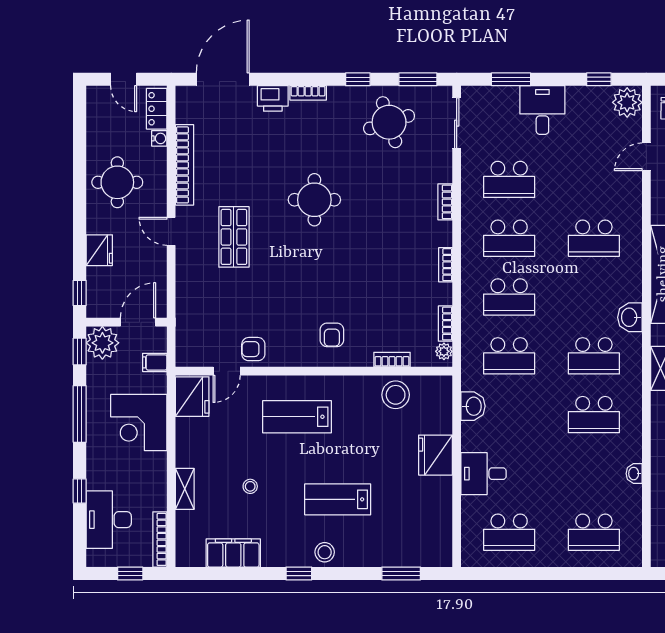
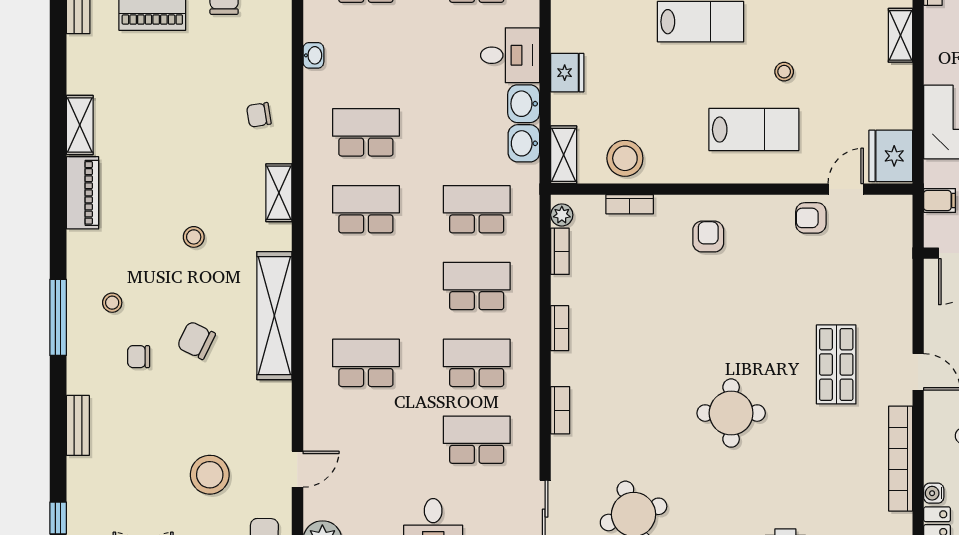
washbasin: (630, 317) -> (524, 104), moved, turned 180
armchair: (253, 349) -> (811, 218), turned 180
shelving: (443, 397) -> (564, 155), added
fridge: (436, 455) -> (567, 73), width x0.73, depth x0.75
stool: (250, 486) -> (784, 72), moved

